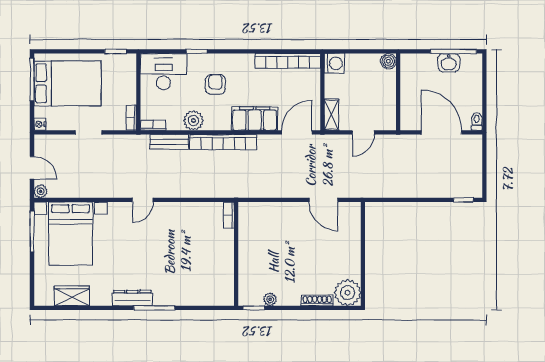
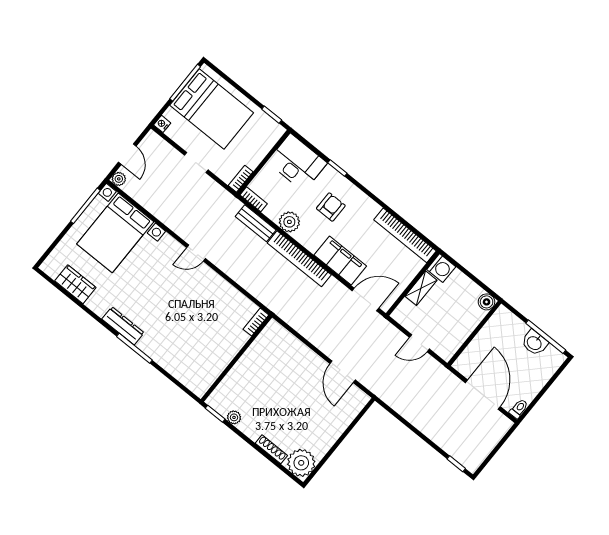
shelving: (331, 115) -> (421, 288), moved

